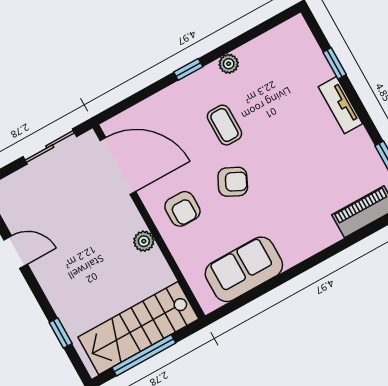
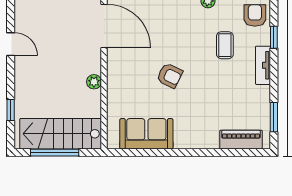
coffee table: (224, 125) -> (225, 45), moved
armchair: (182, 209) -> (255, 15), moved, turned 180

